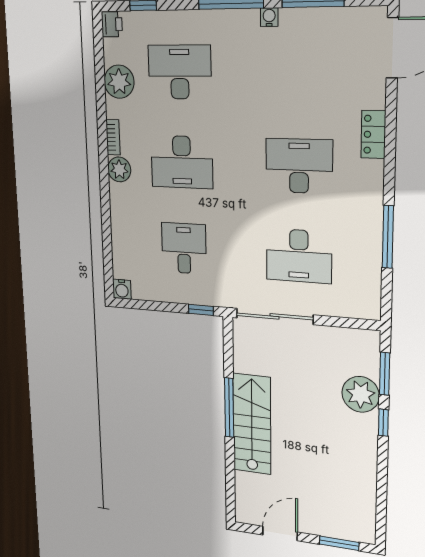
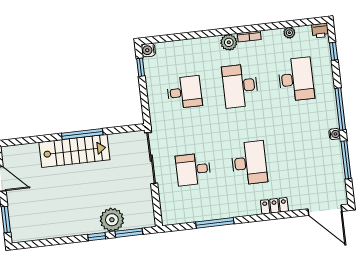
plant: (119, 82) -> (289, 33), width x0.53, depth x0.53
desk: (299, 256) -> (193, 169), width x0.73
window: (201, 310) -> (141, 67), moved

